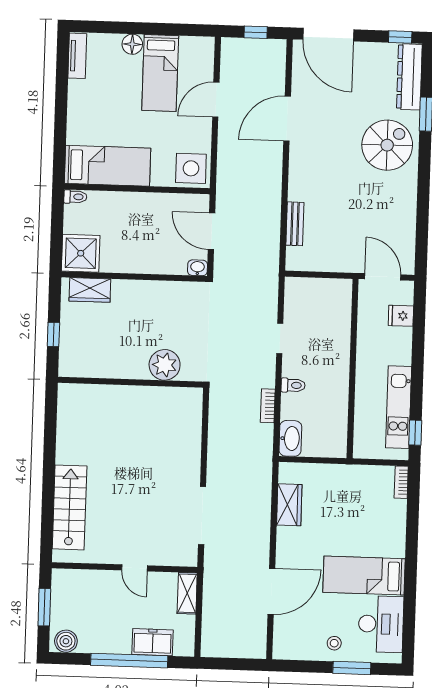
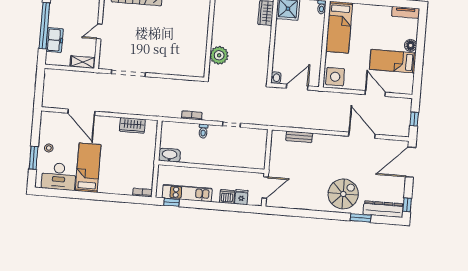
spiral stairs: (387, 145) -> (343, 194), turned -90
dishwasher: (401, 340) -> (227, 197), added
washbasin: (290, 438) -> (169, 155), moved, turned 180

